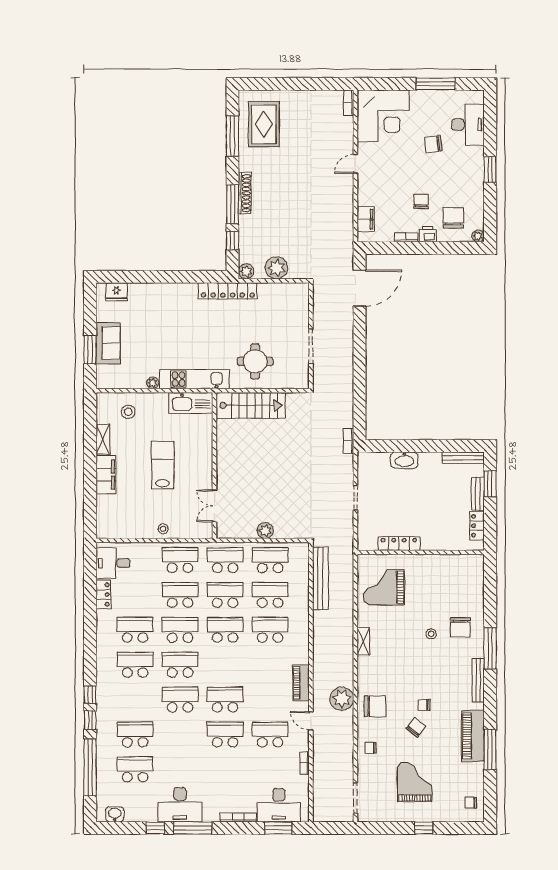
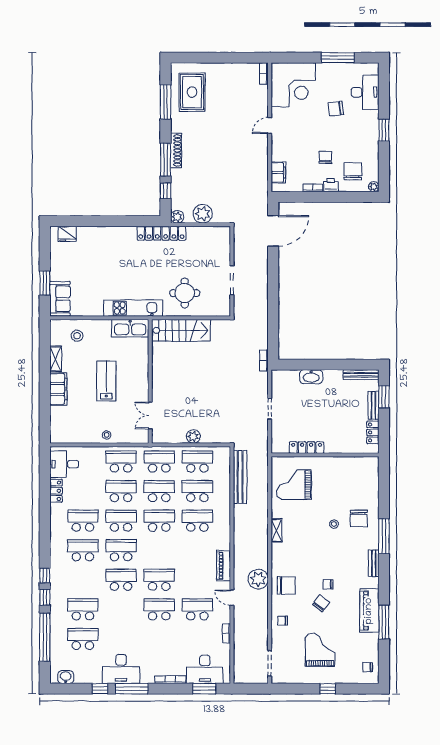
sofa: (108, 343) -> (60, 299), moved
plant: (153, 383) -> (98, 311), removed
bench: (478, 680) -> (374, 563), width x0.73

